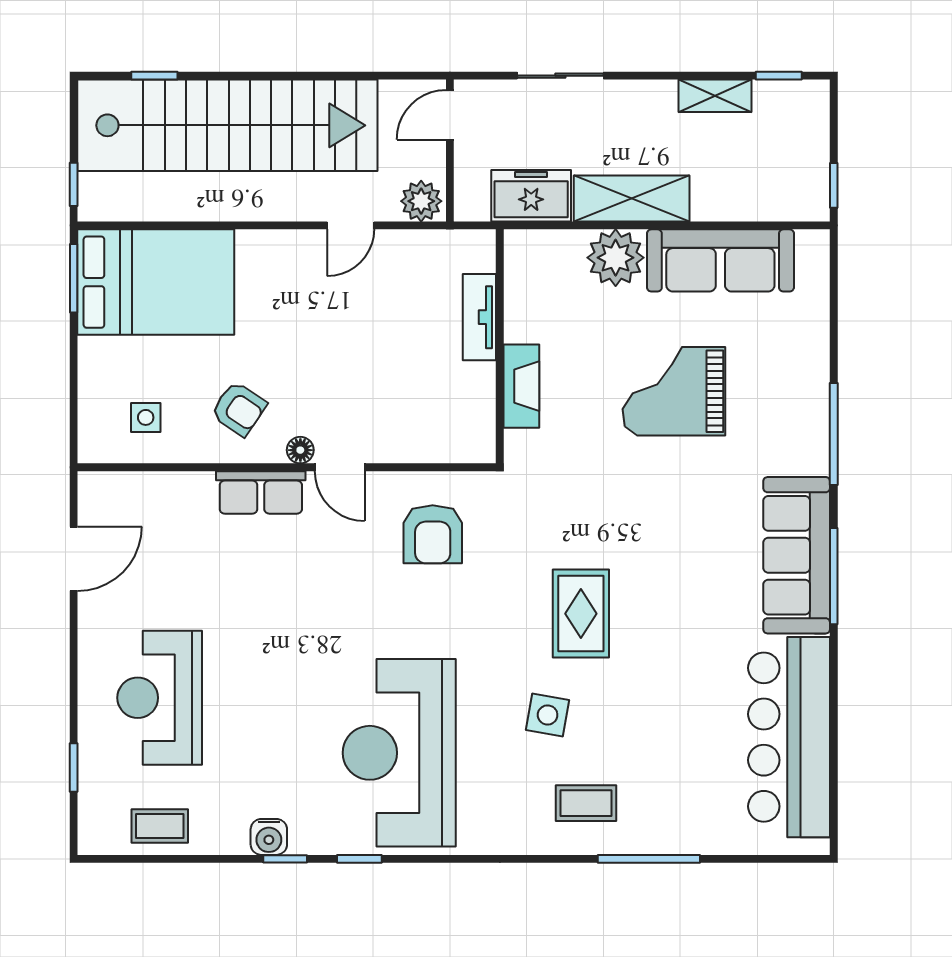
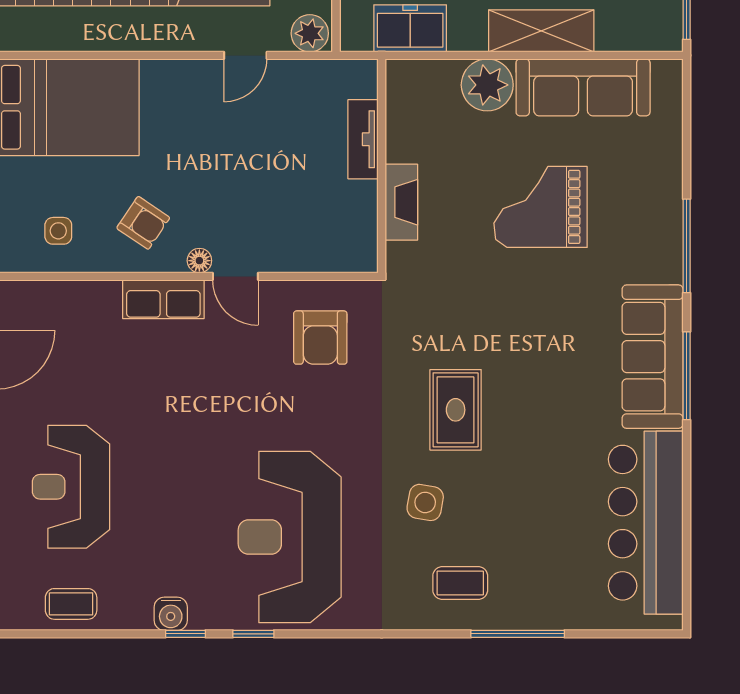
shelving: (632, 198) -> (541, 31), moved

